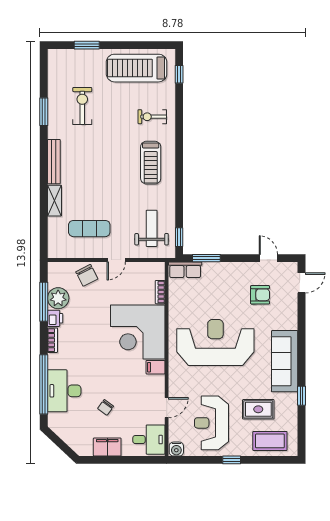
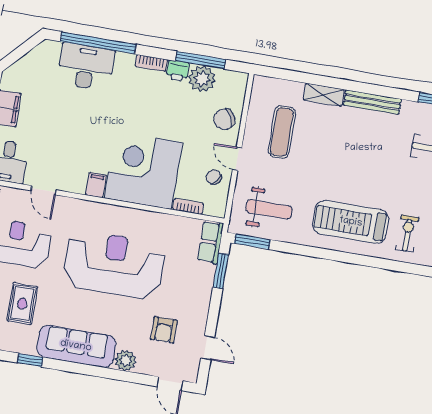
treadmill: (151, 163) -> (351, 222), width x1.37, depth x1.38
window: (179, 237) -> (252, 242), width x1.50
door: (268, 258) -> (208, 348), hinge flipped
plant: (289, 321) -> (126, 361), added
reception desk: (215, 343) -> (114, 265), turned -90
chair: (106, 407) -> (214, 177), moved

